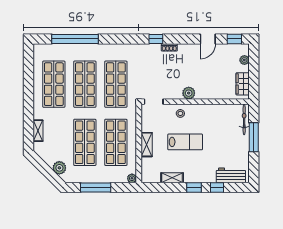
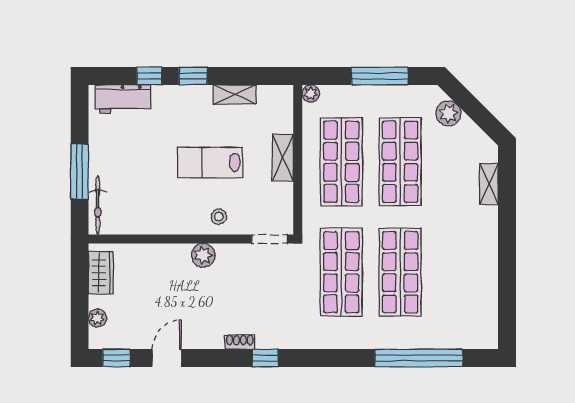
shop shelf: (54, 84) -> (459, 272), removed

